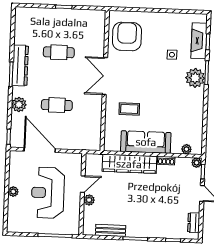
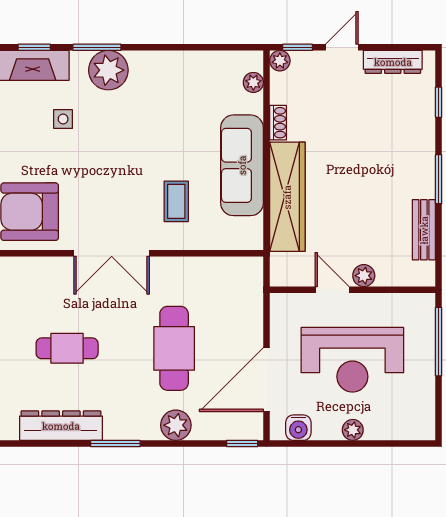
cafe table: (59, 52) -> (67, 348), turned 90
dresser: (20, 65) -> (61, 426), moved
cafe table: (57, 105) -> (174, 348), width x1.37, depth x1.35
water cooler: (15, 165) -> (298, 428), added
dresser: (194, 223) -> (393, 62), width x1.44

